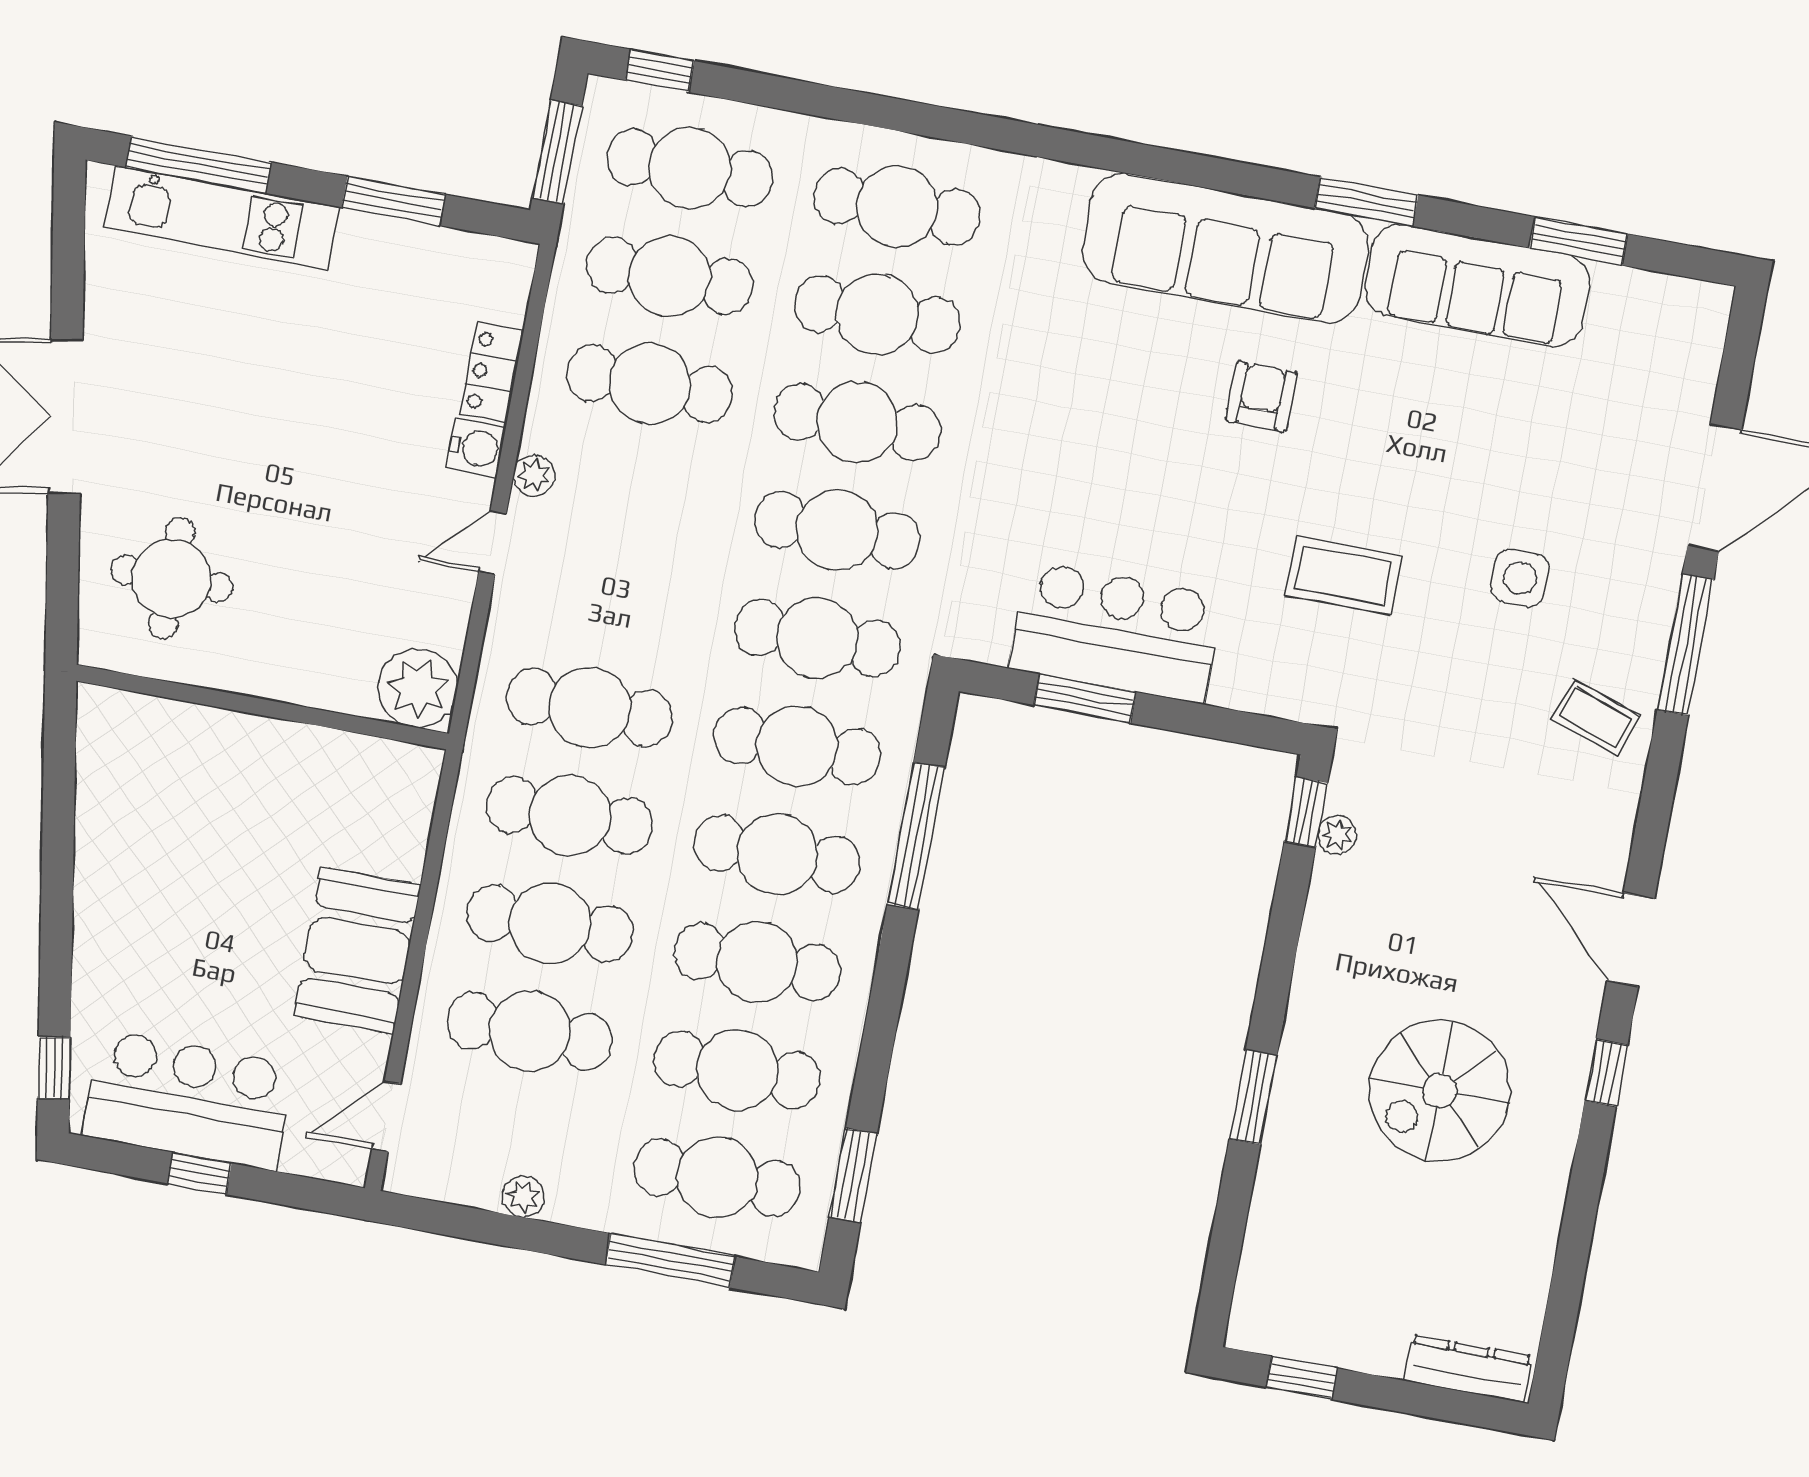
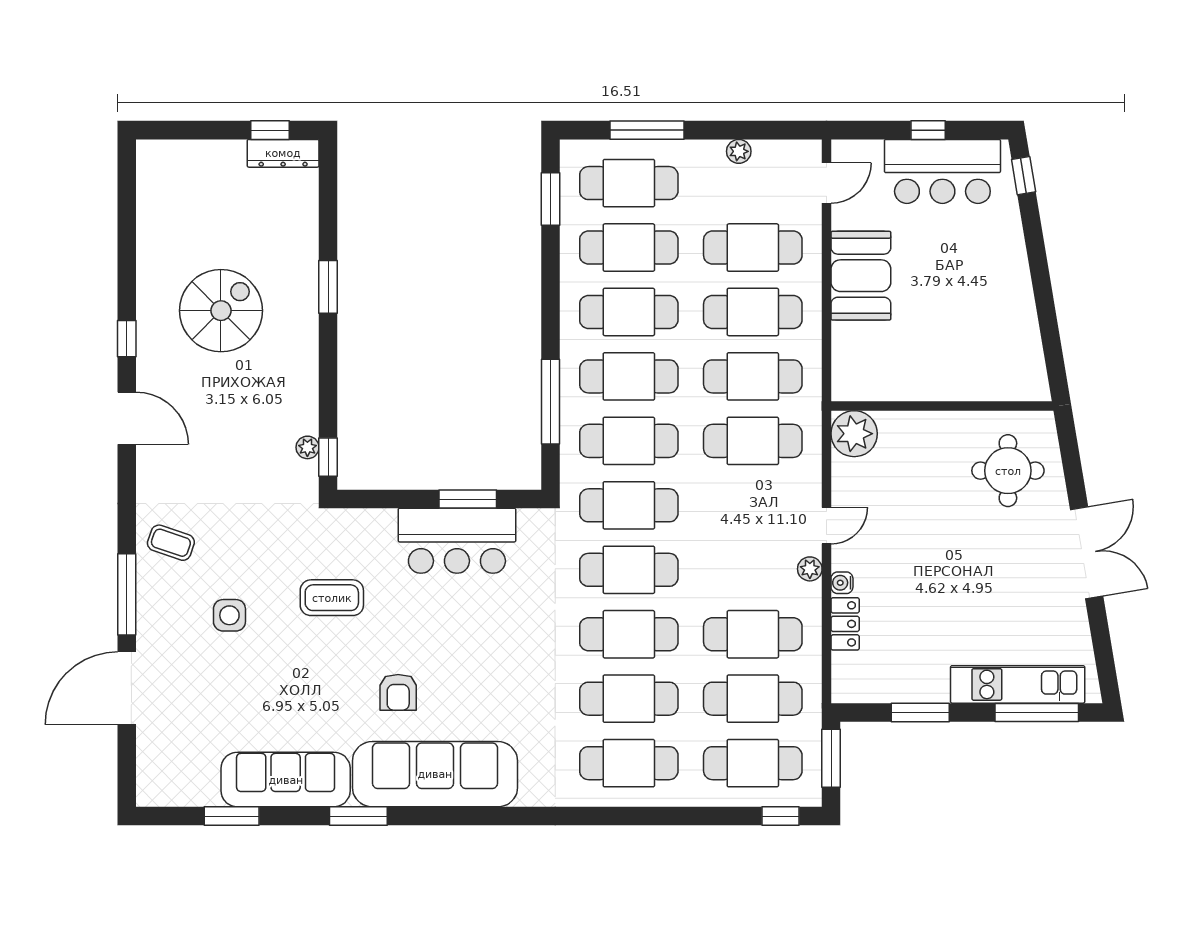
water cooler: (476, 448) -> (842, 583), width x0.72, depth x0.72
dresser: (1468, 1368) -> (283, 153), moved

